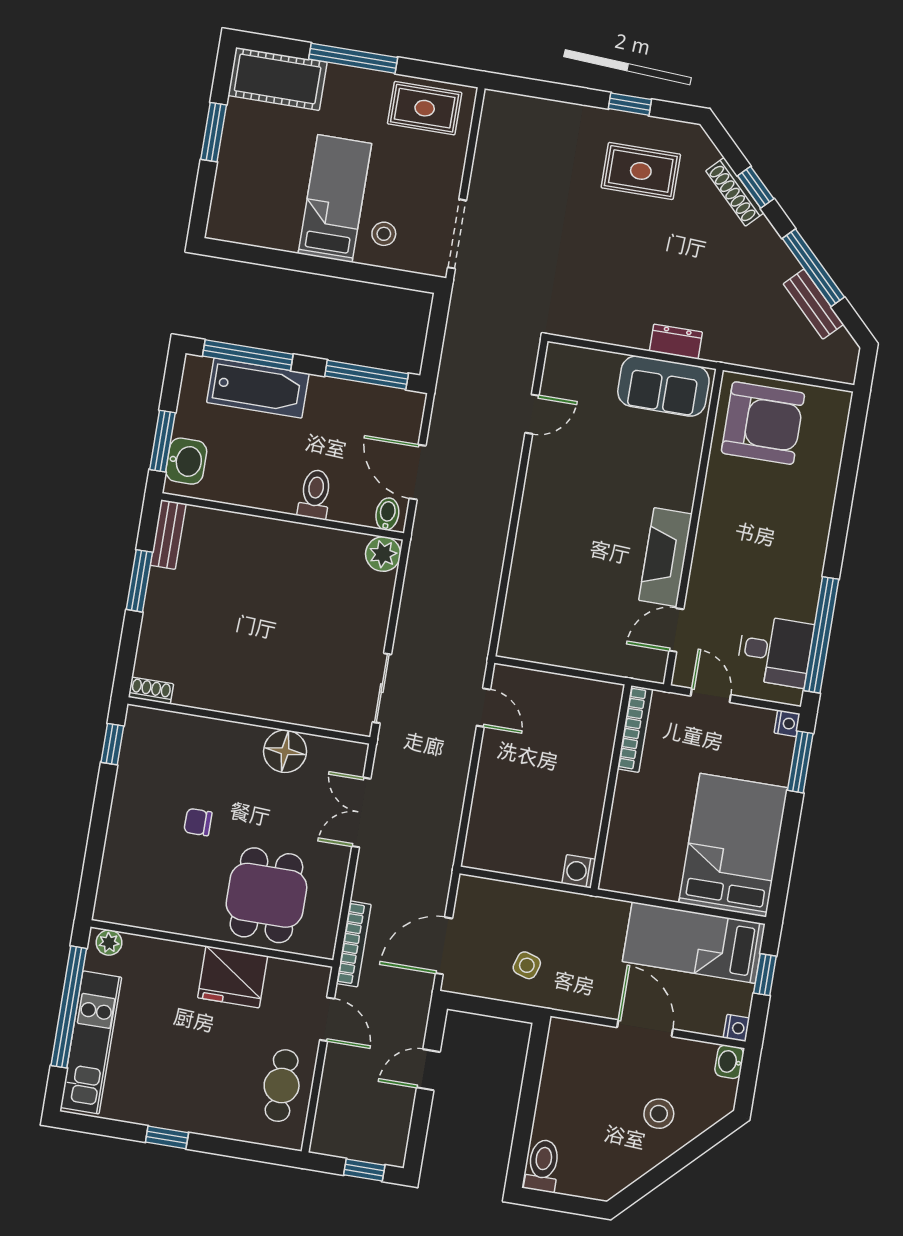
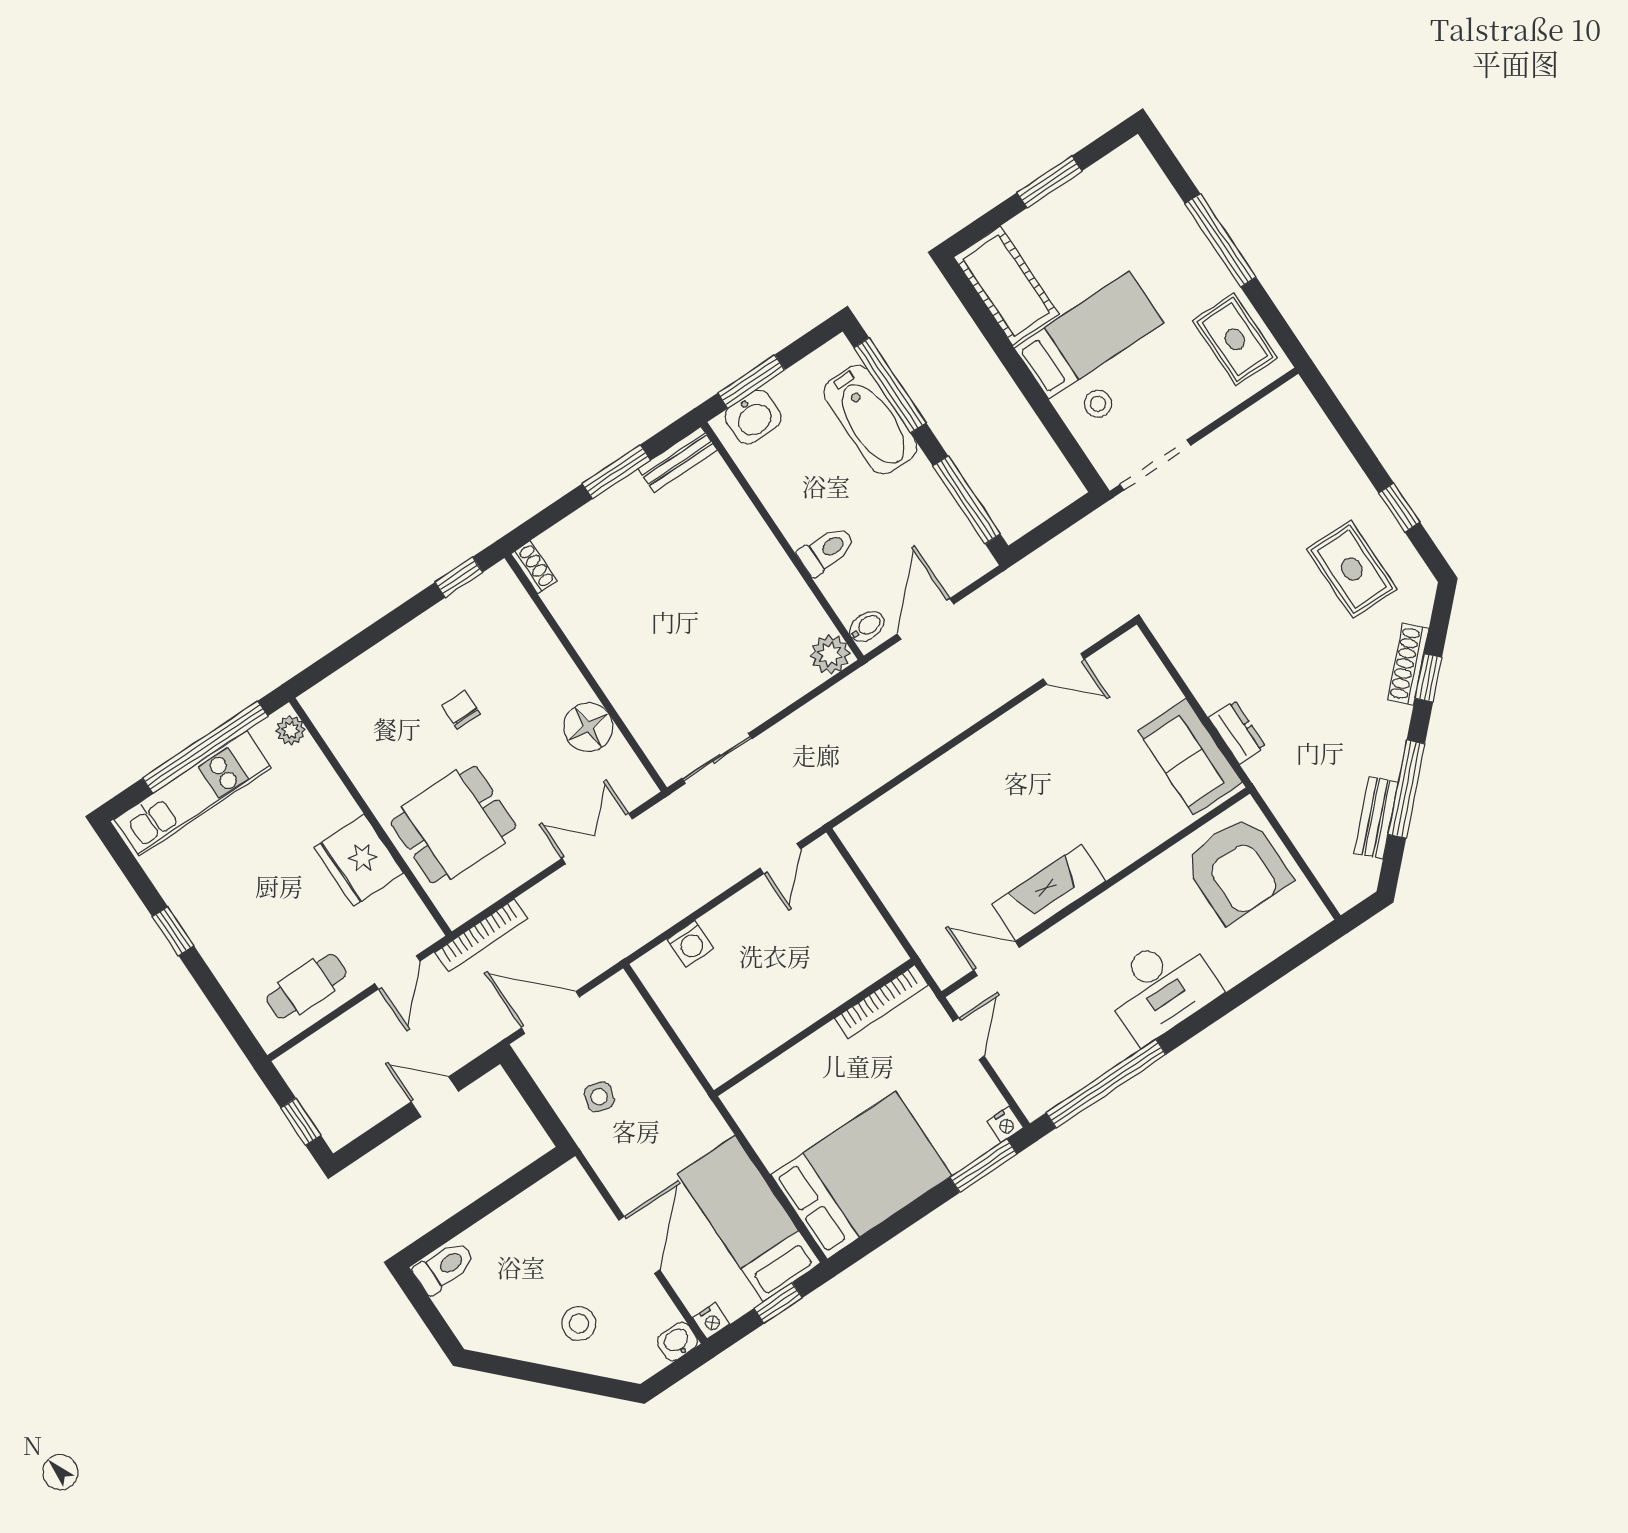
cot: (278, 79) -> (1006, 286), moved
desk: (775, 651) -> (1161, 987), moved, width x1.37
washing machine: (579, 871) -> (690, 944), moved, turned 180

